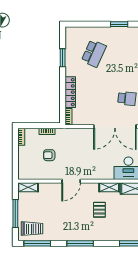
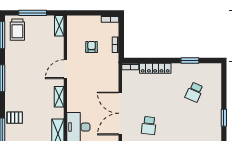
school desk: (94, 53) -> (194, 92), width x0.54
door: (71, 181) -> (65, 69), hinge flipped
shelving: (109, 187) -> (59, 97), moved
pallet: (99, 210) -> (15, 118), moved

